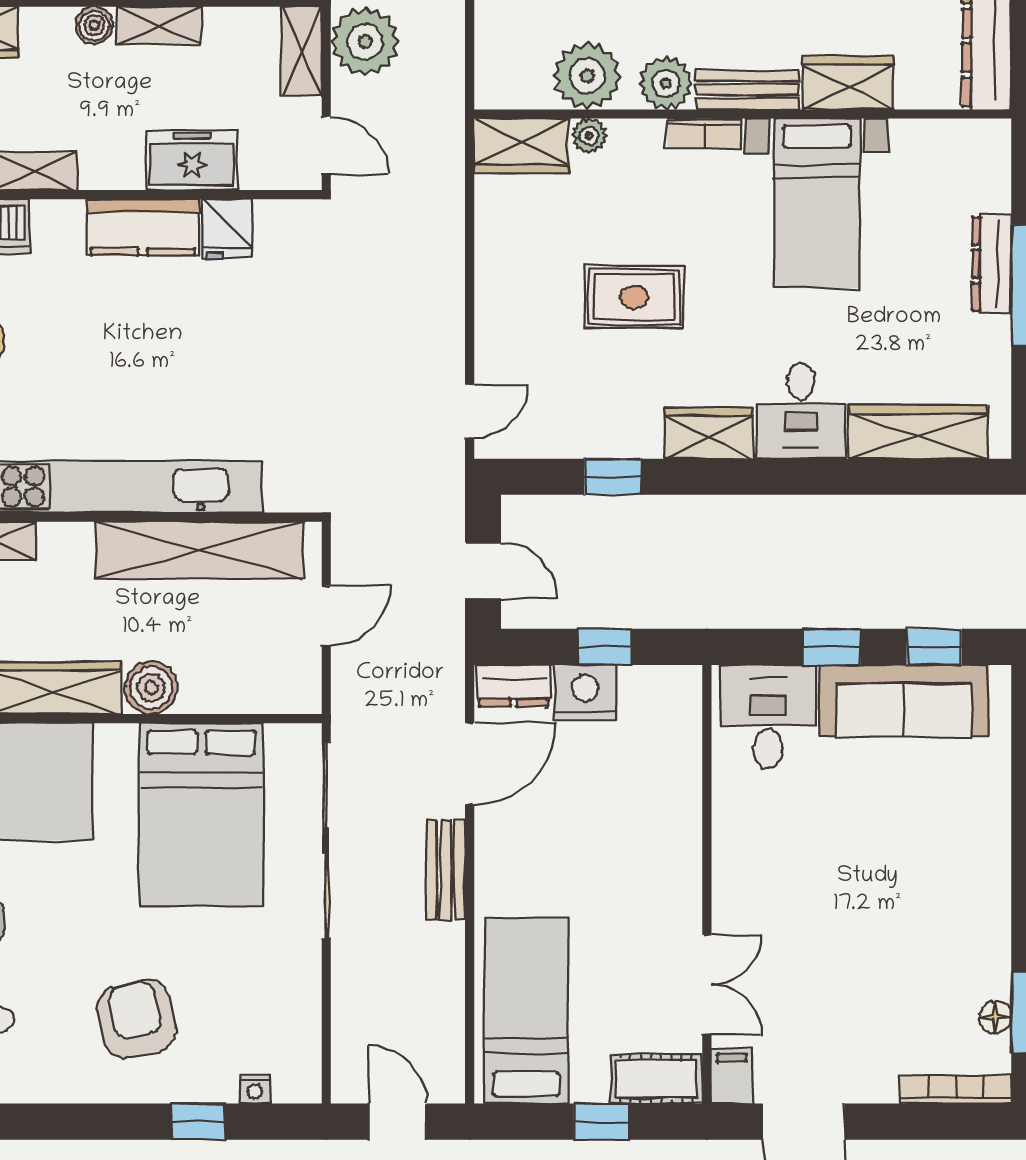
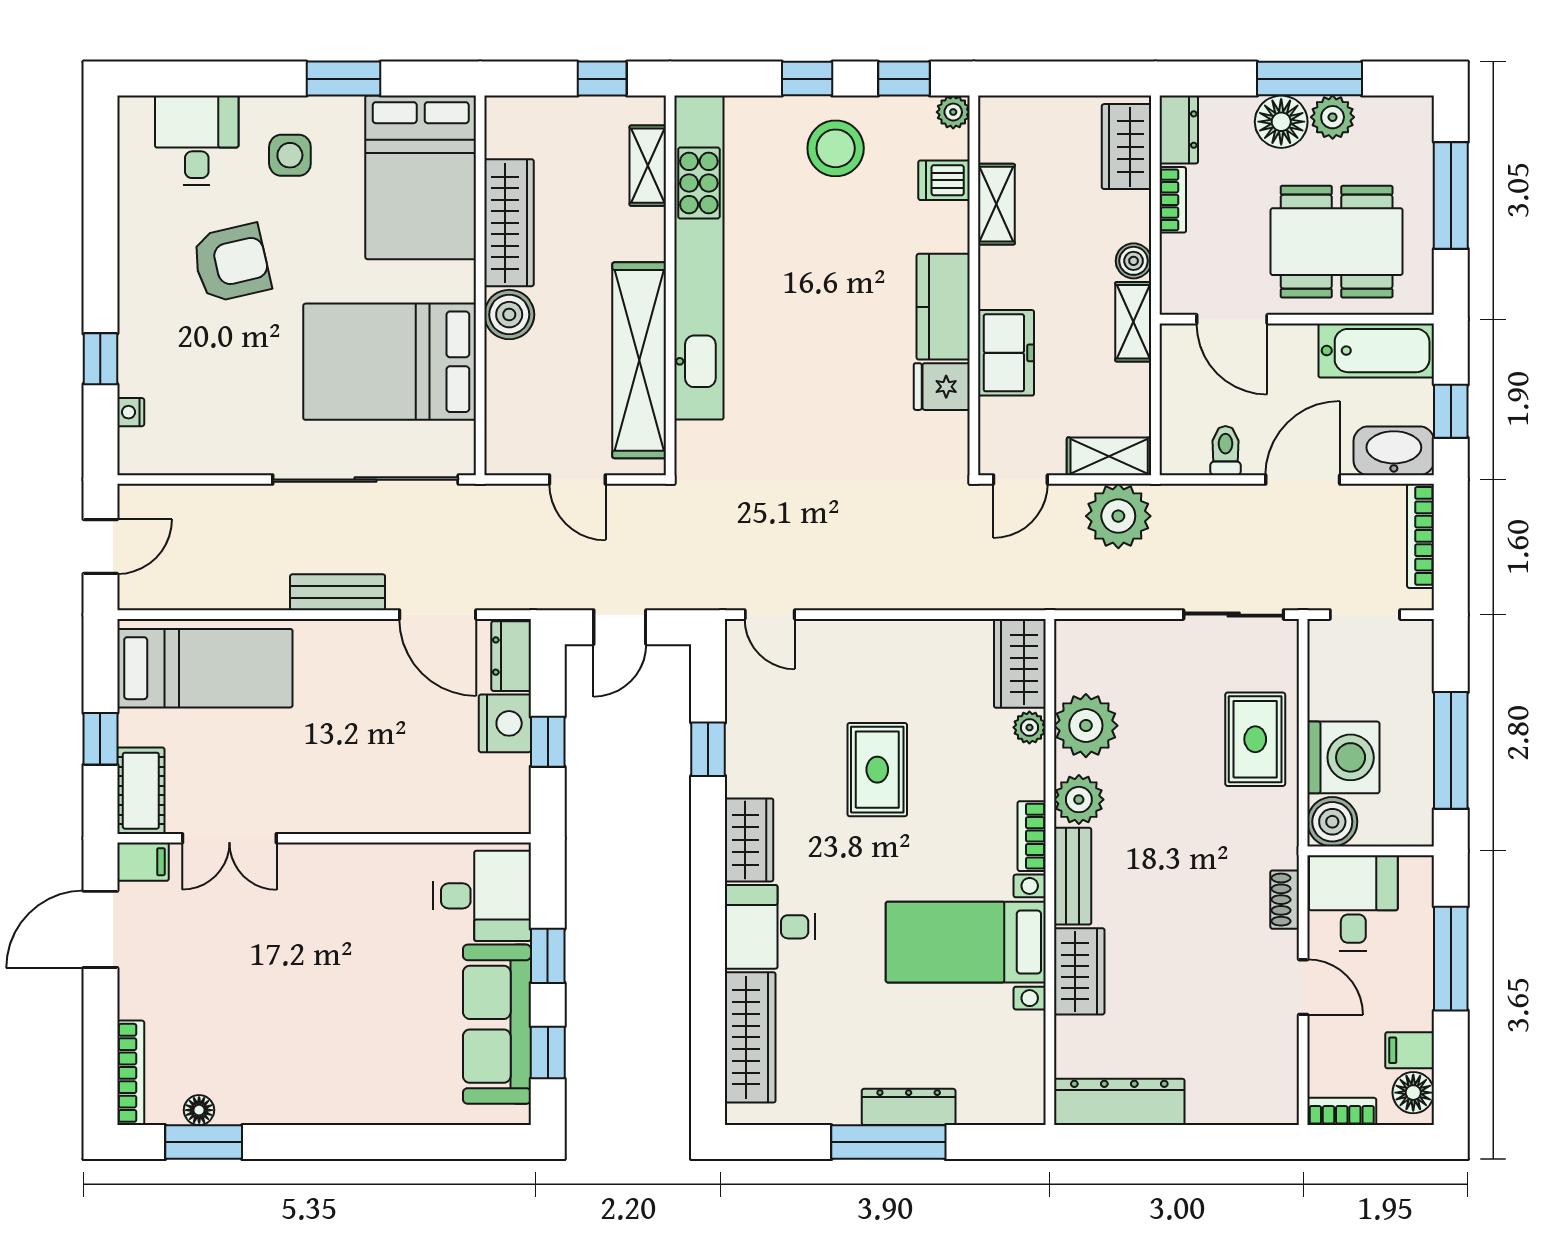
armchair: (137, 1019) -> (231, 263), moved

